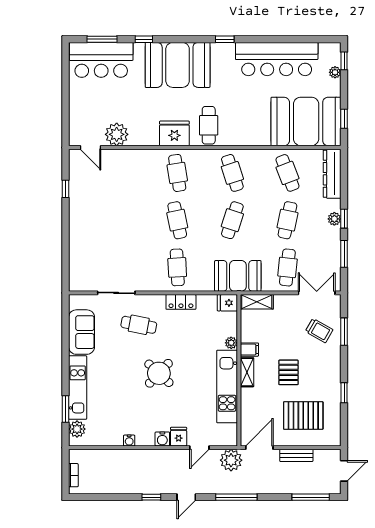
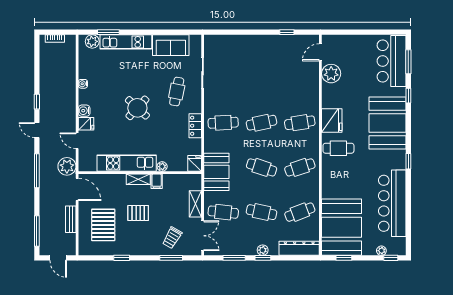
shelving: (257, 302) -> (195, 204), moved

